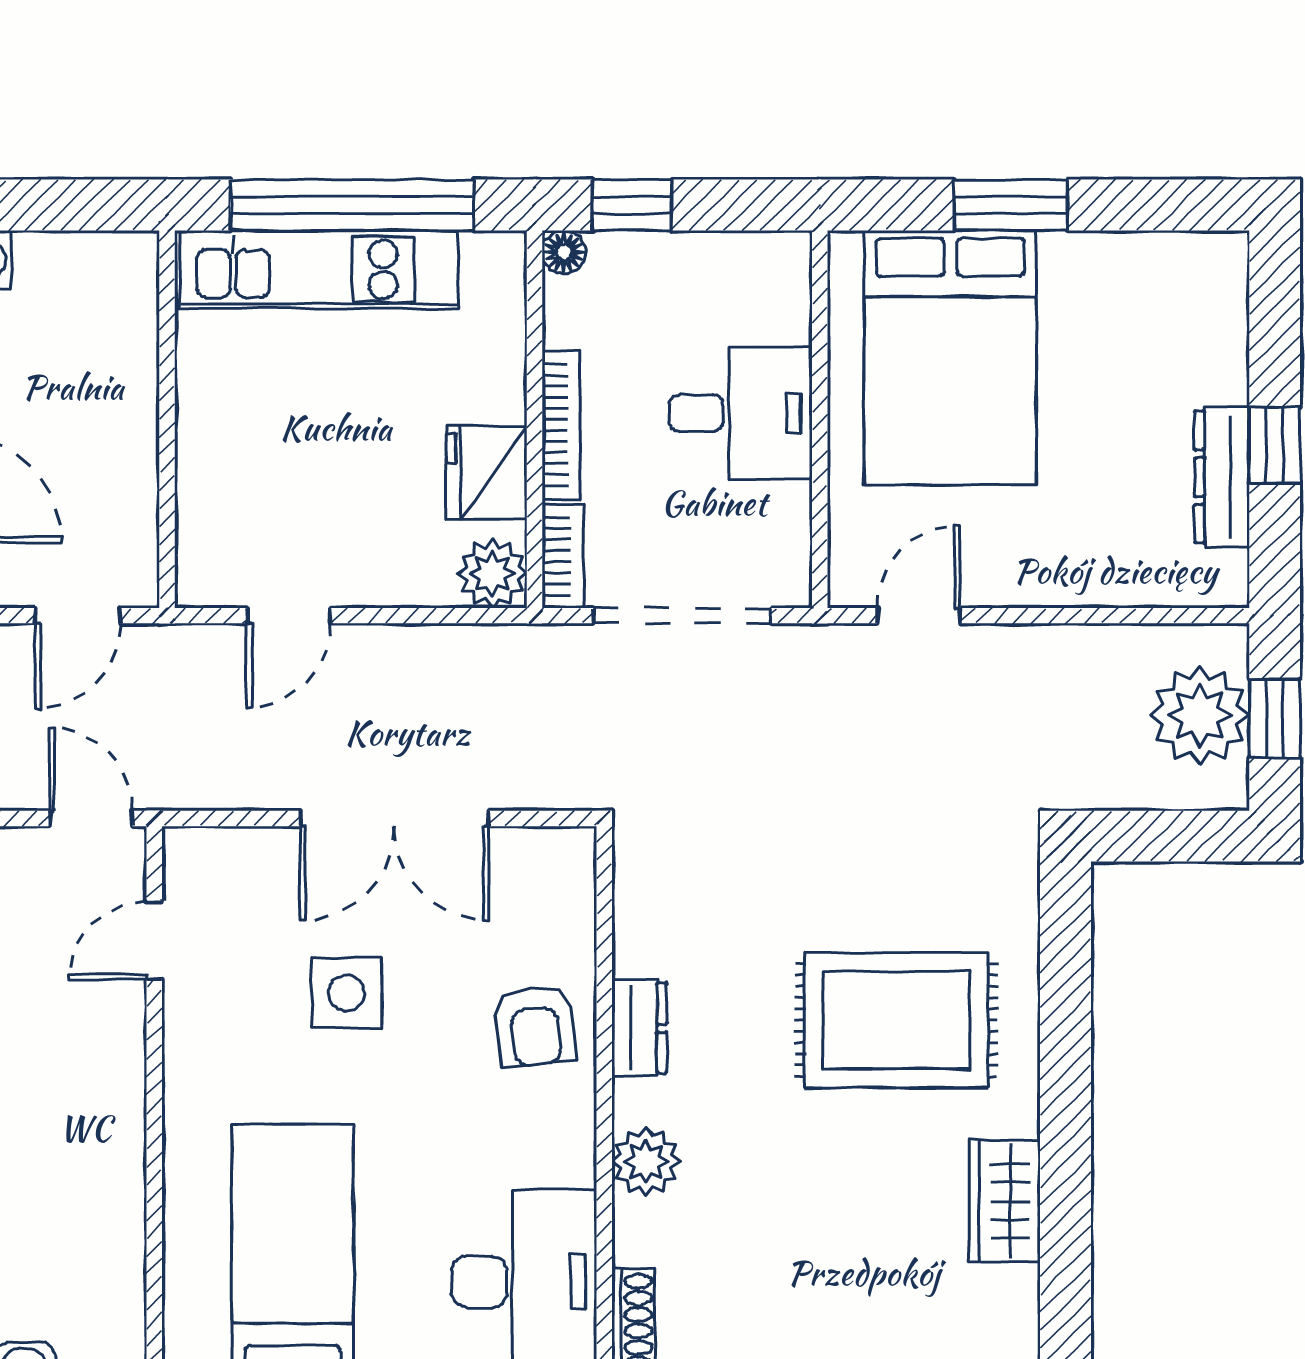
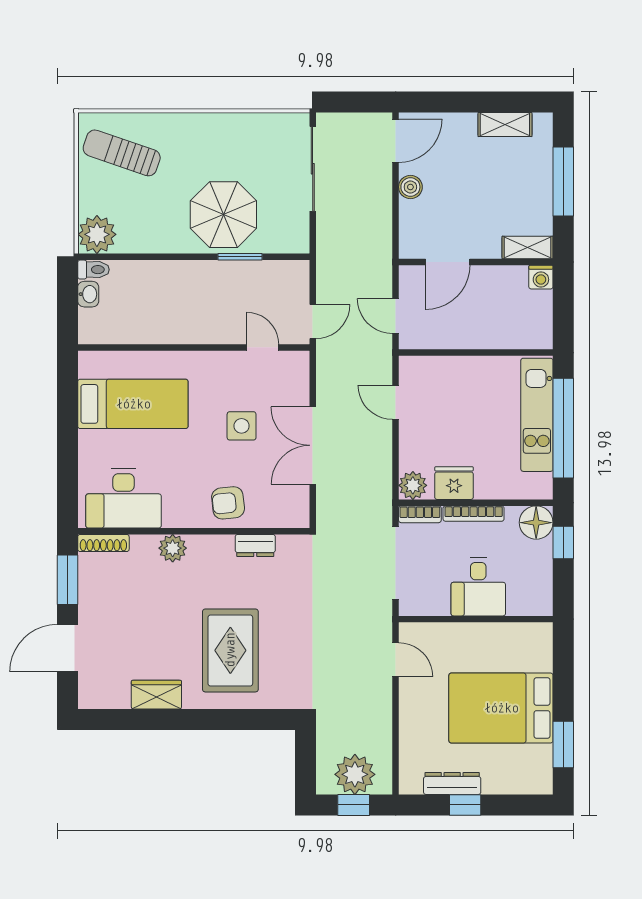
window: (1011, 205) -> (563, 744), moved
floor lamp: (564, 252) -> (536, 523), width x1.89, depth x1.89
bed: (950, 358) -> (501, 708), moved
dresser: (639, 1028) -> (255, 545), moved

